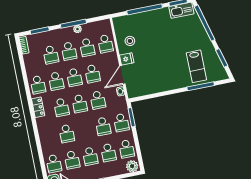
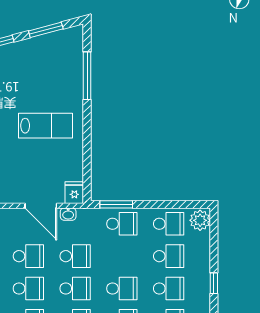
fridge: (127, 59) -> (74, 193), moved
lab bench: (196, 66) -> (45, 126), moved
school desk: (103, 126) -> (122, 289), moved

